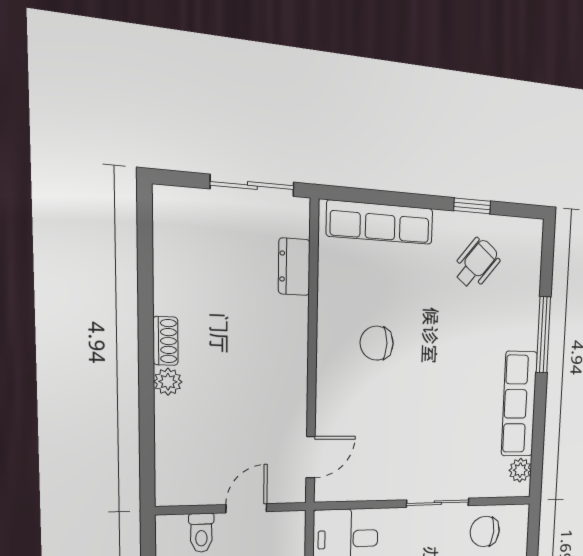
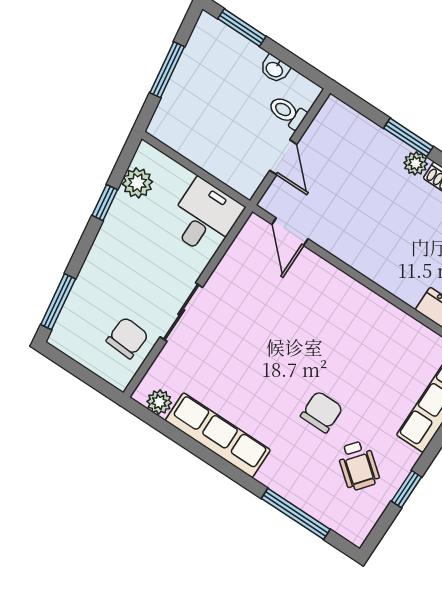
window: (543, 335) -> (296, 514), moved
chair: (377, 343) -> (322, 412), moved
window: (147, 405) -> (408, 137), added

